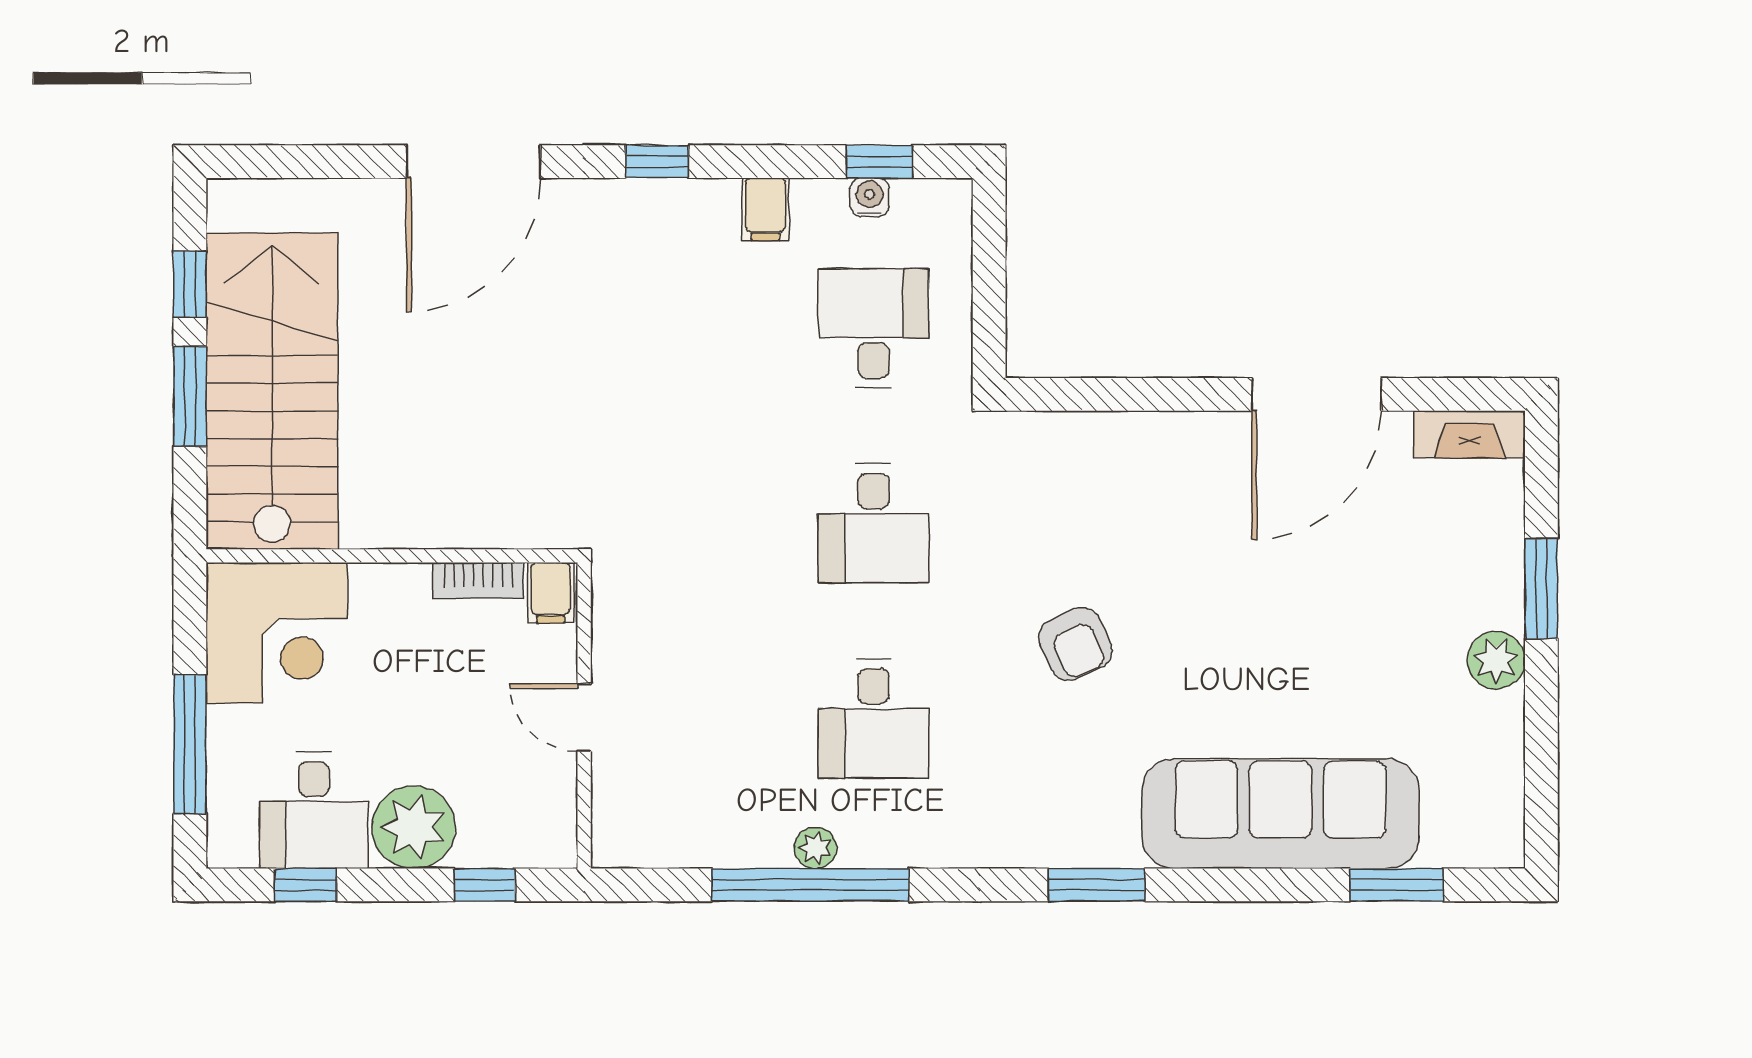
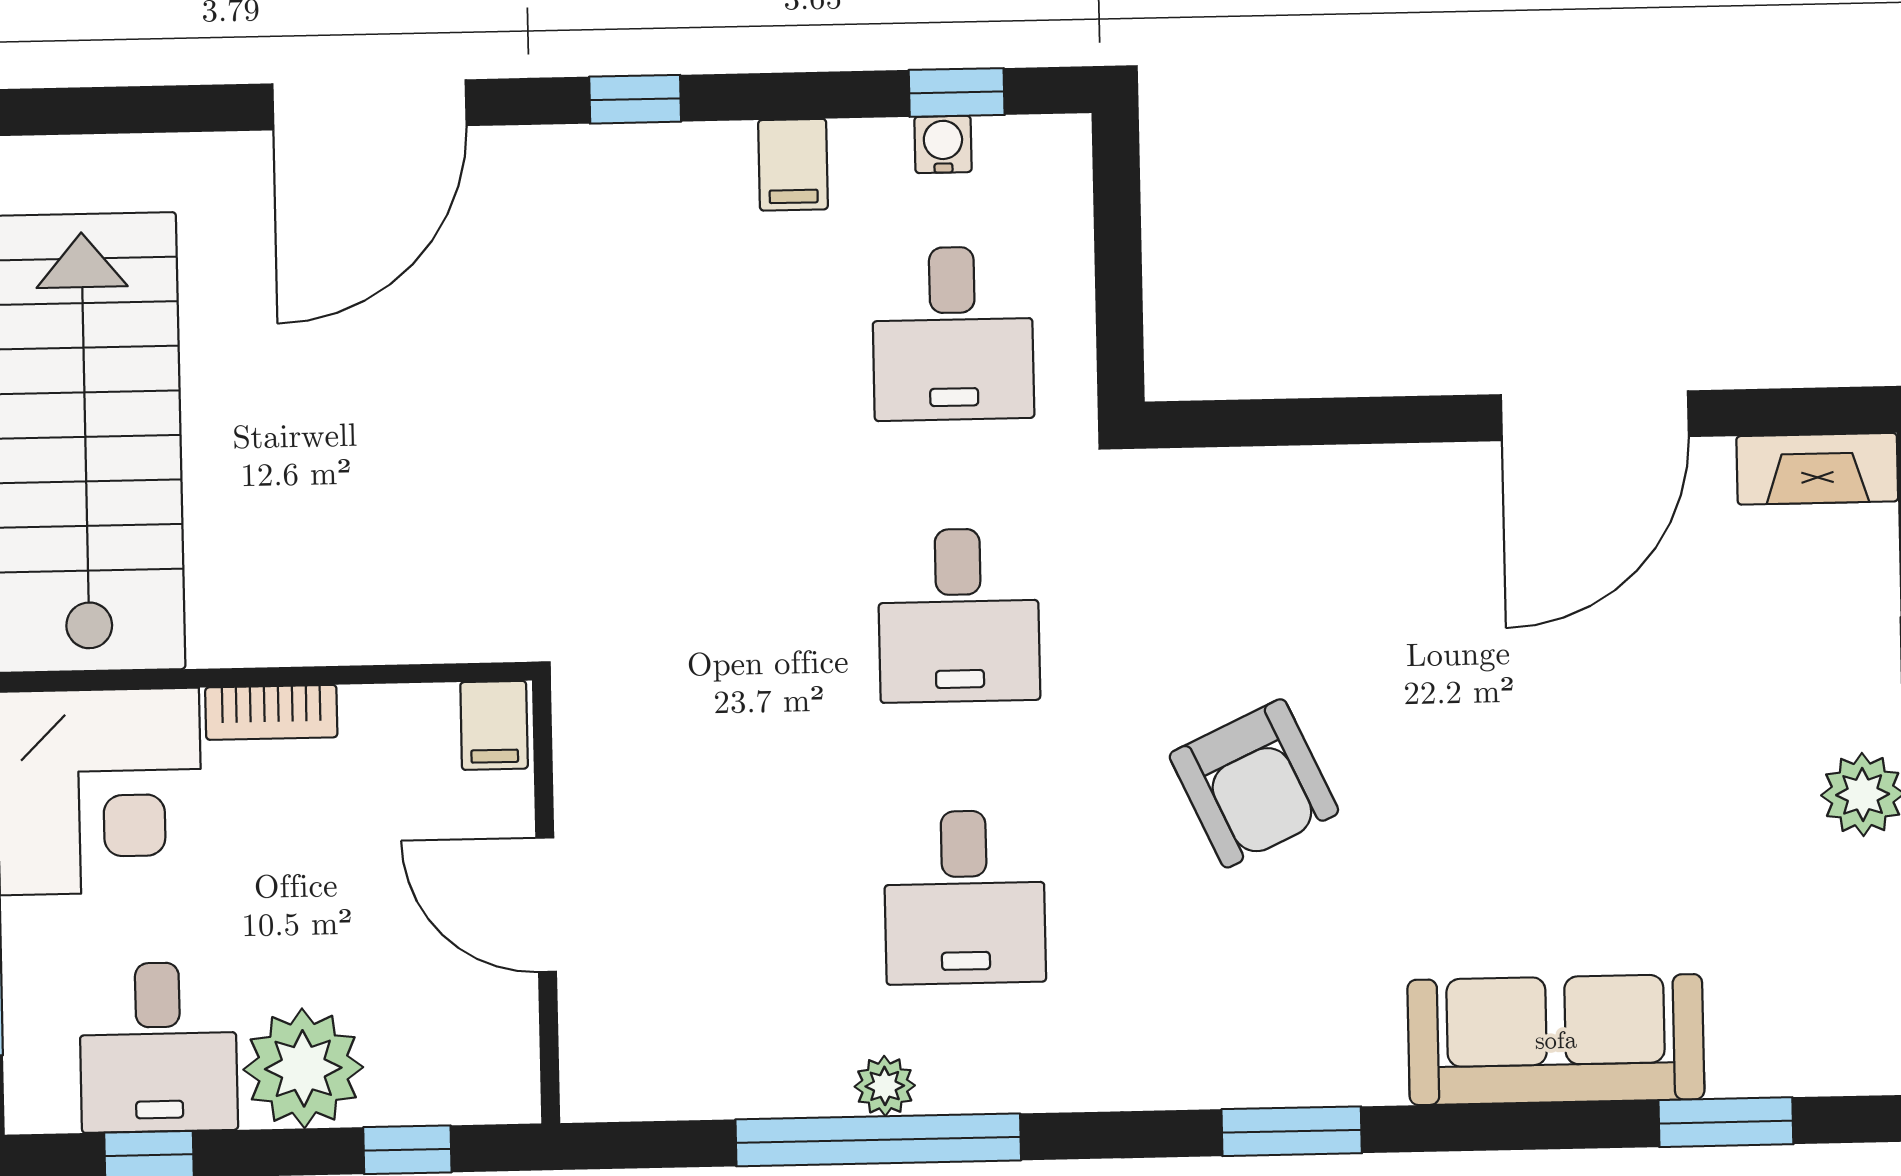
desk: (874, 328) -> (953, 333), turned 180
bookcase: (478, 580) -> (271, 712), moved
armchair: (1075, 644) -> (1254, 783), width x1.38, depth x1.38
door: (584, 718) -> (546, 905), width x1.38
sofa: (1281, 814) -> (1556, 1040), width x0.74, depth x0.79

